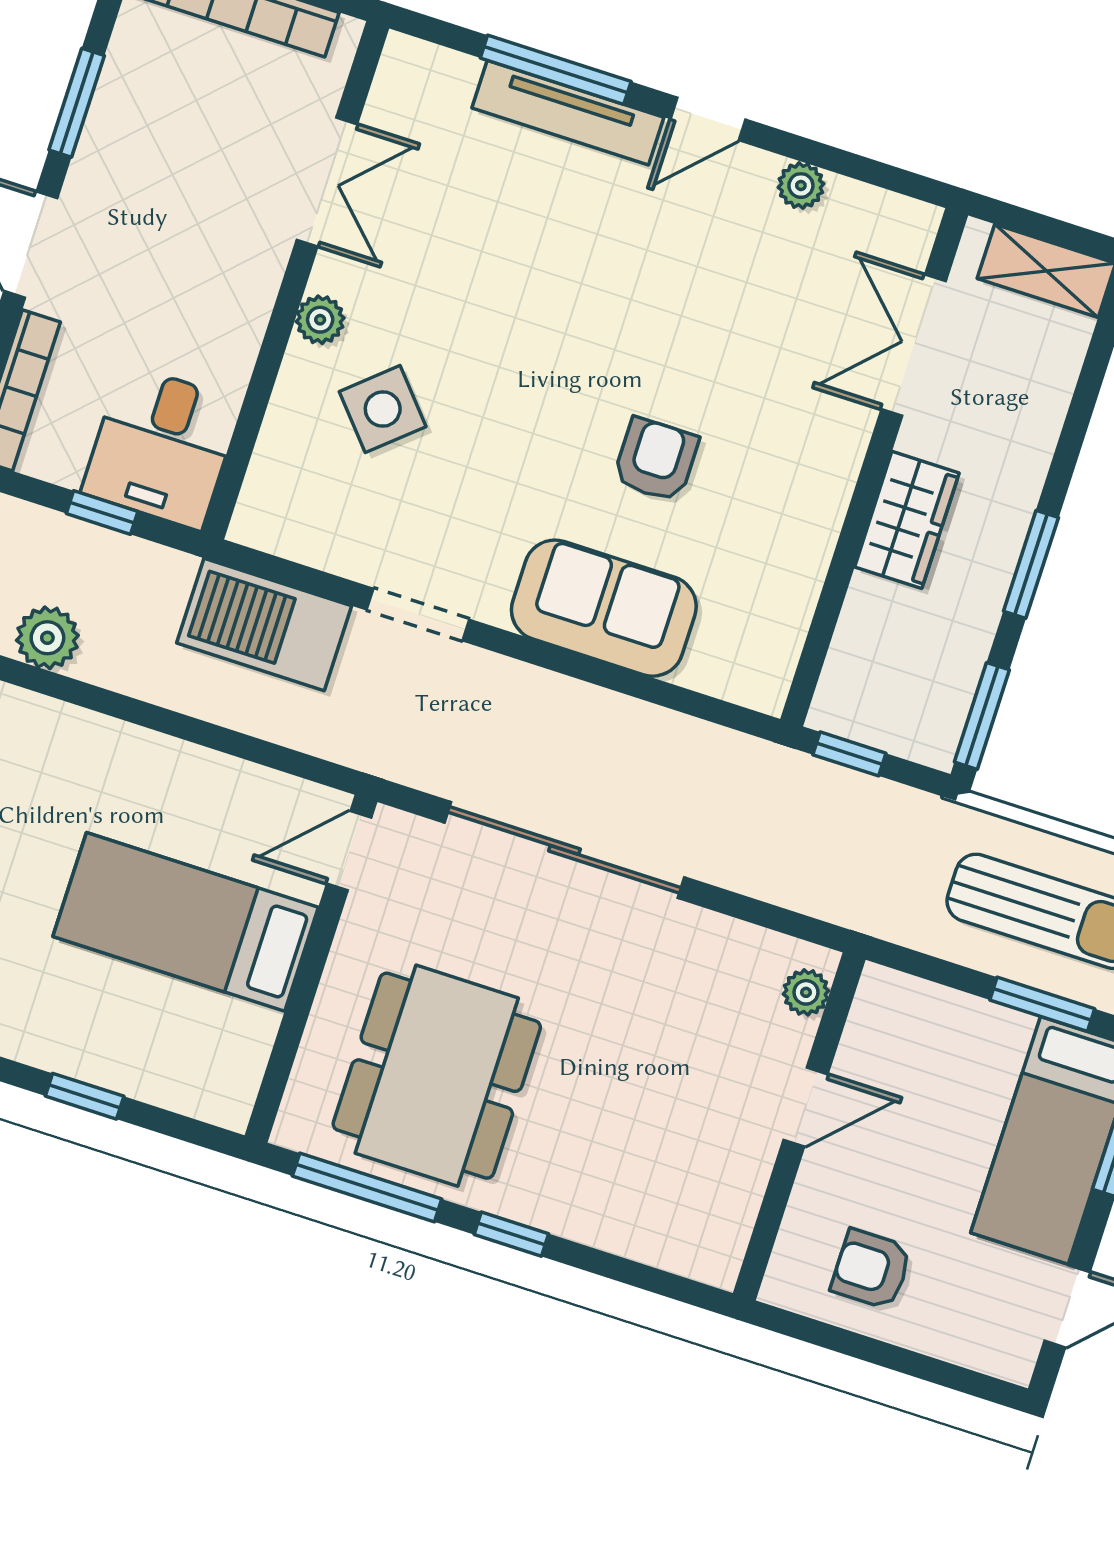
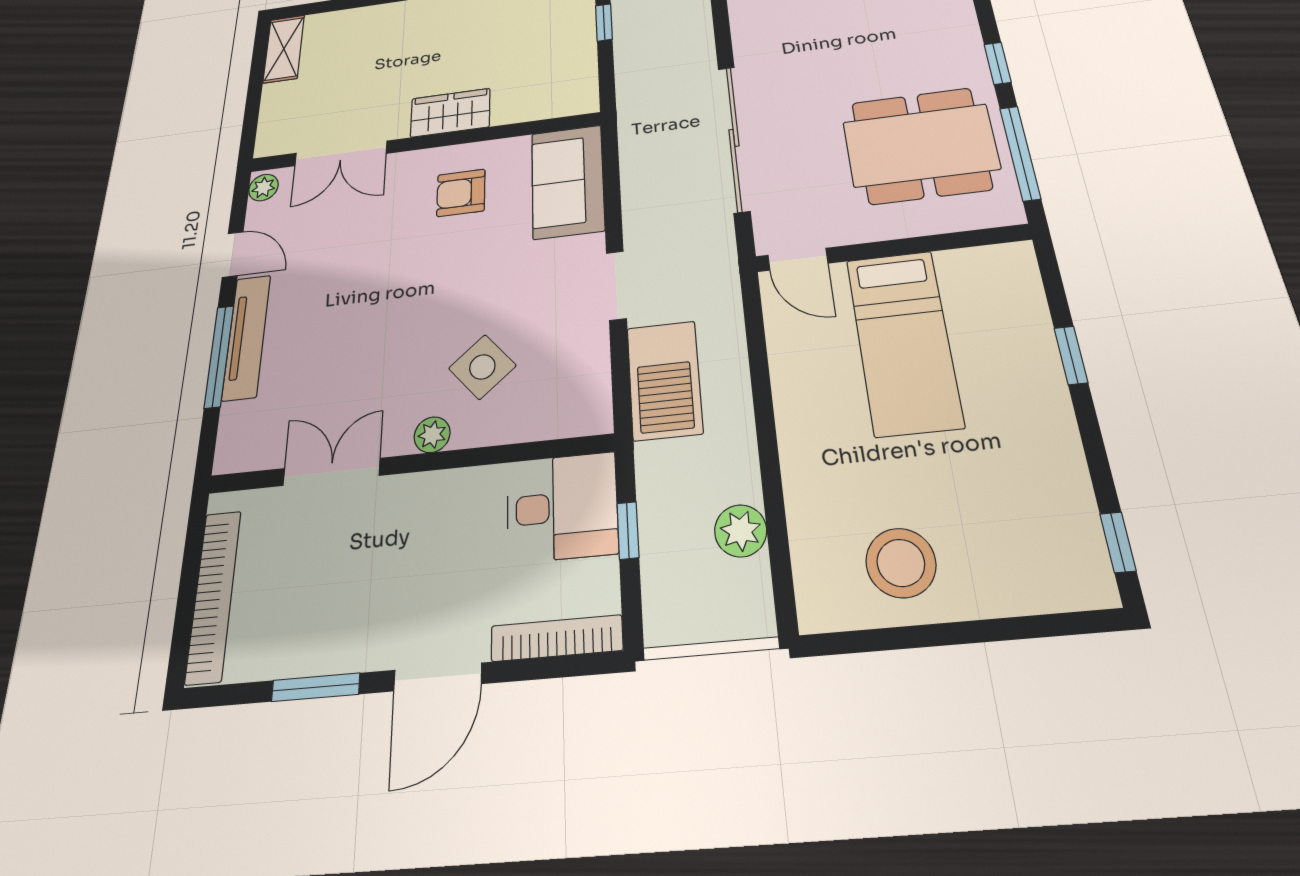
double door: (914, 345) -> (341, 153), moved
wall: (874, 467) -> (423, 142), moved
wardrobe: (907, 520) -> (450, 113), moved

